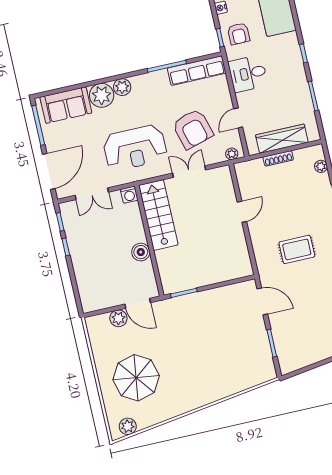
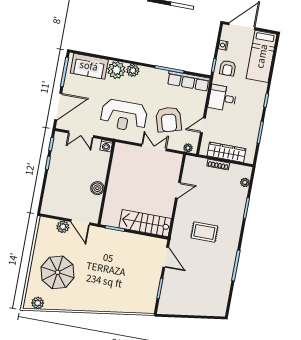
stairs: (158, 215) -> (145, 223), moved, turned -90

